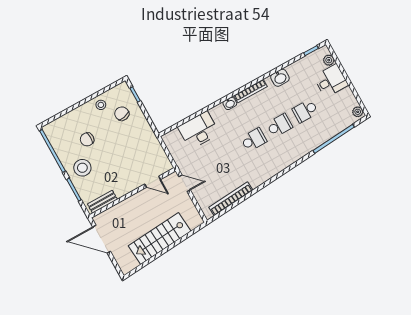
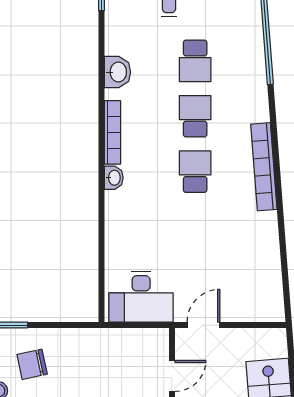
desk: (199, 130) -> (141, 297), moved, turned -90
bookcase: (231, 199) -> (264, 167), moved

